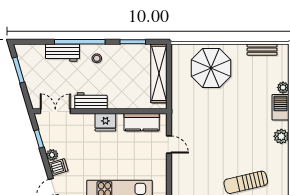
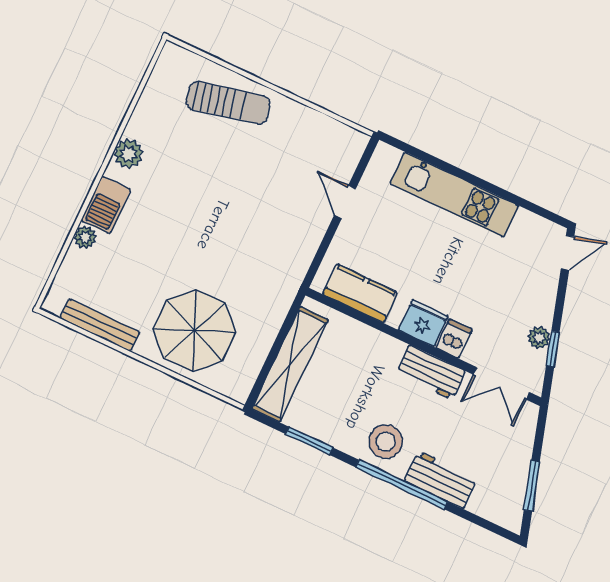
bench: (262, 50) -> (100, 325), width x1.36
stool: (97, 58) -> (386, 442), width x1.89, depth x1.89
door: (169, 144) -> (345, 202), moved
plant: (52, 155) -> (539, 338), moved
dishwasher: (58, 167) -> (454, 339), moved, turned 107

